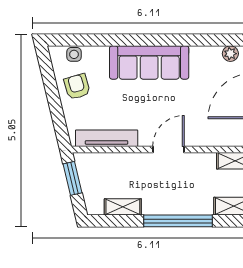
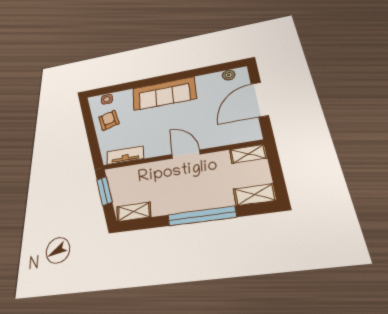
tv unit: (107, 138) -> (125, 155), width x0.71
door: (168, 150) -> (186, 154), hinge flipped
shelving: (123, 207) -> (134, 212), moved

